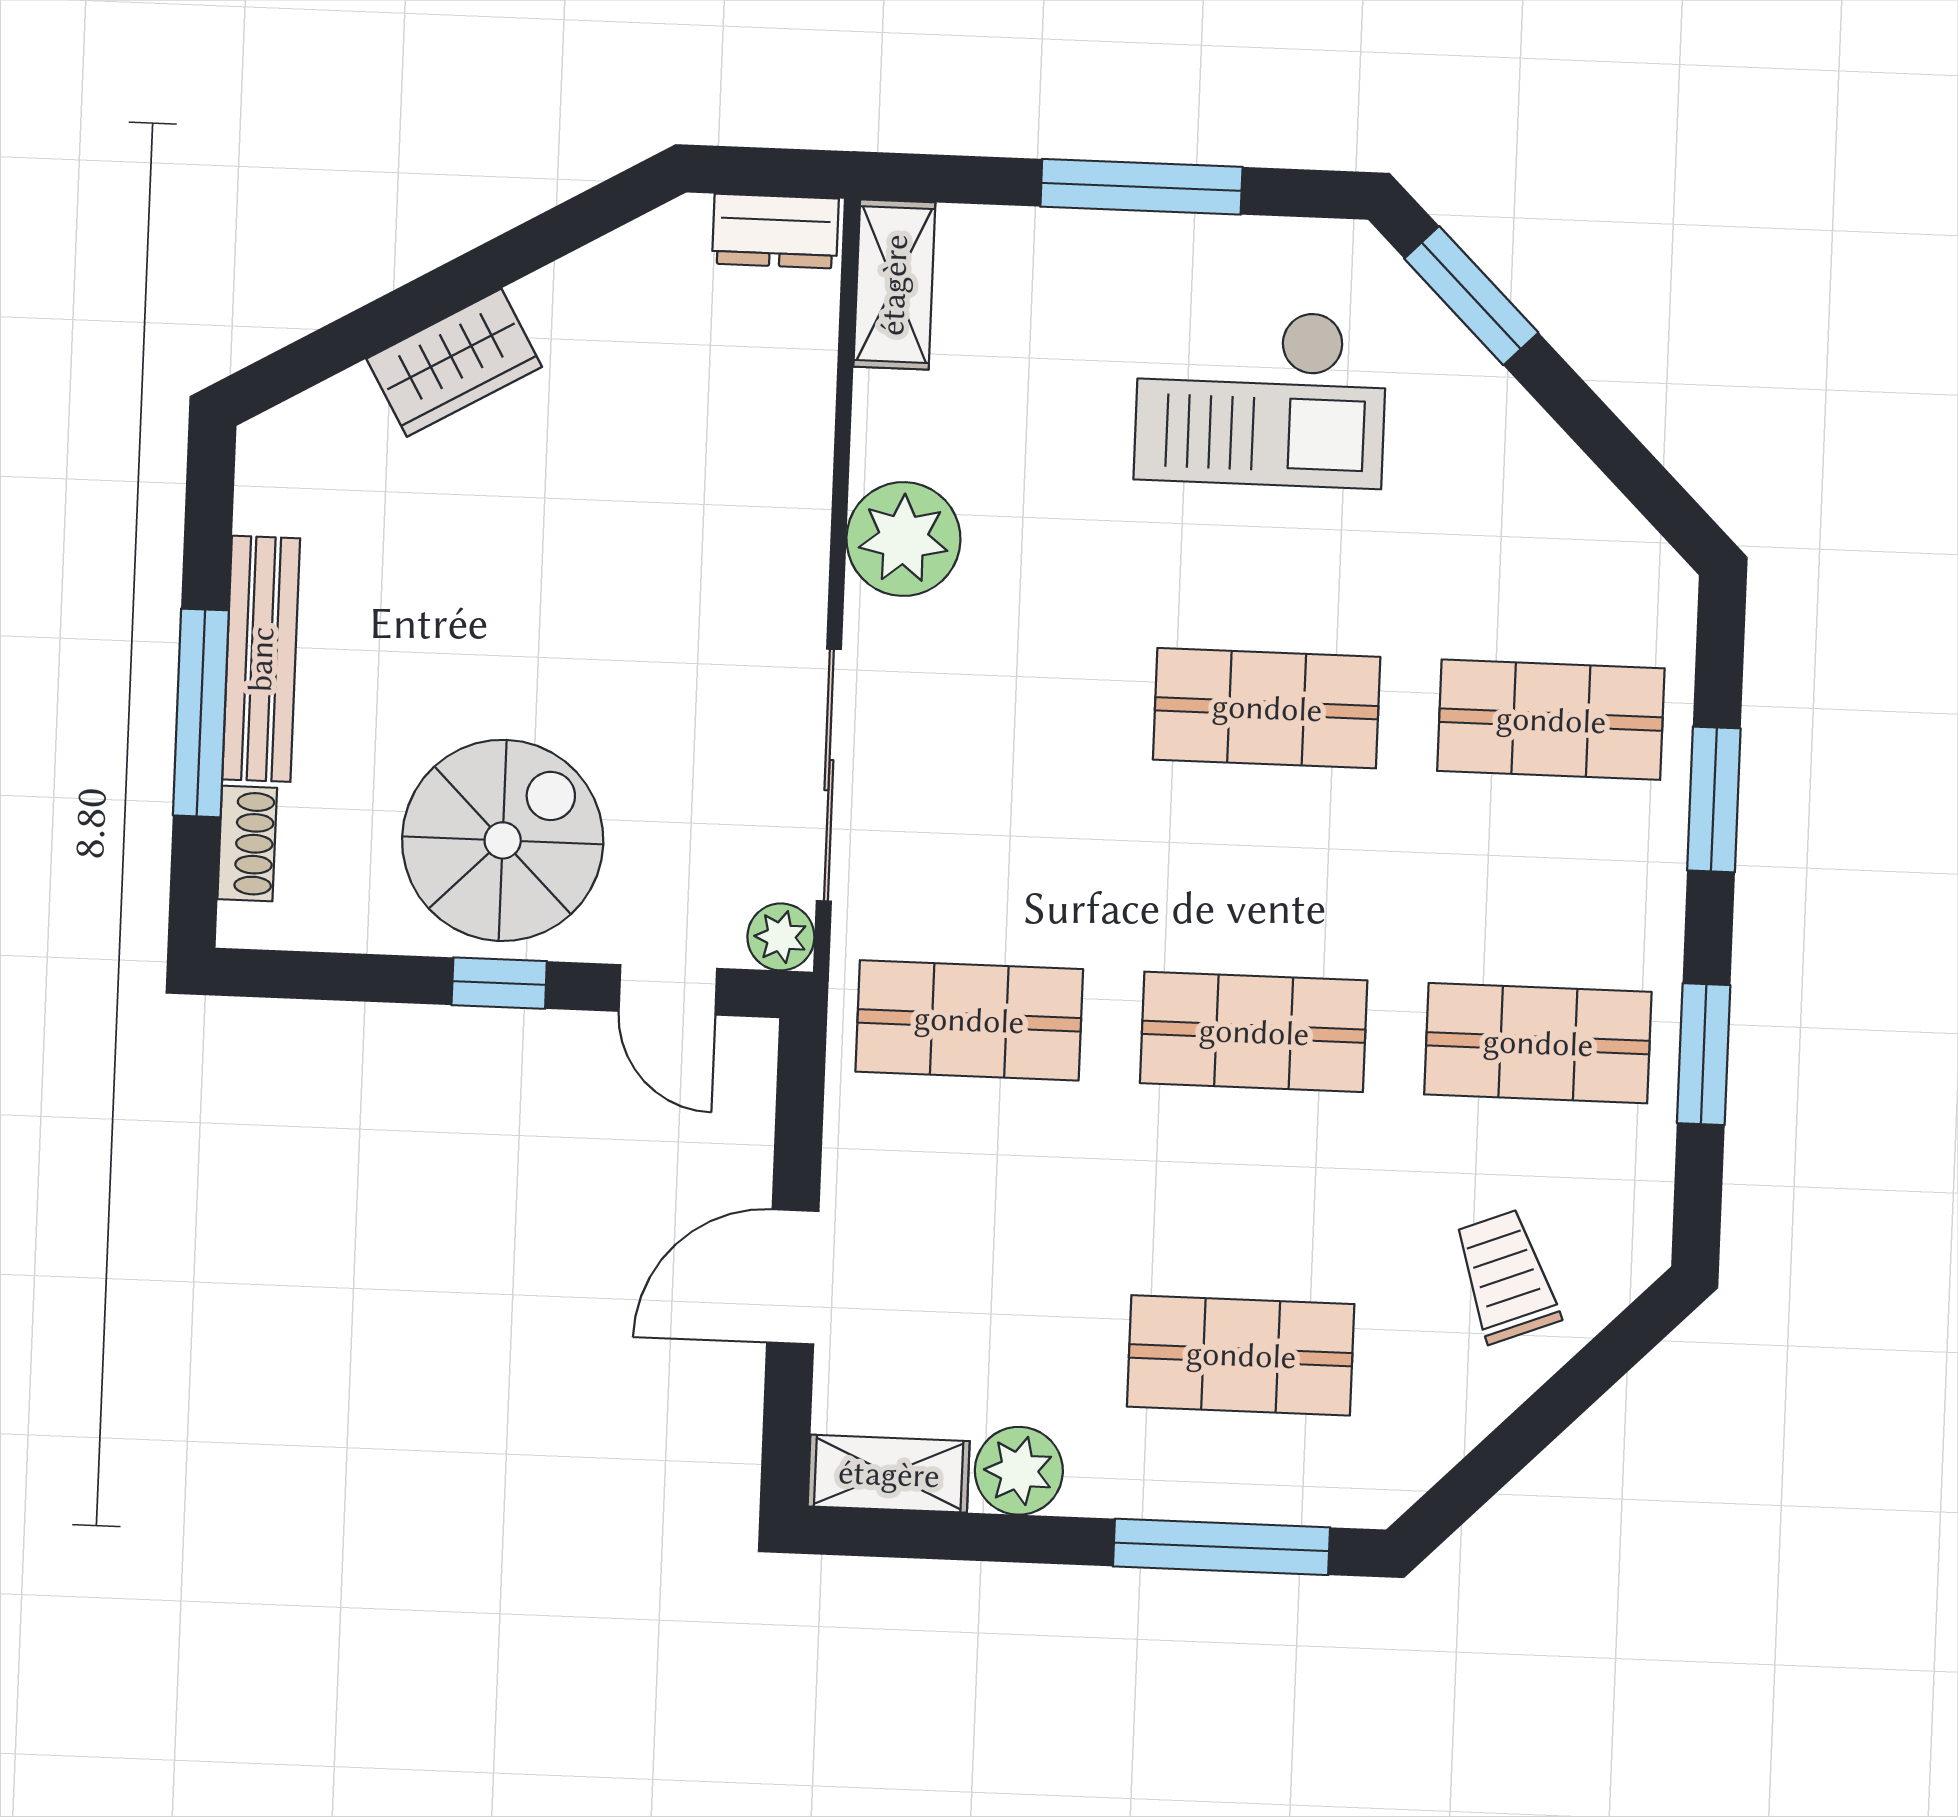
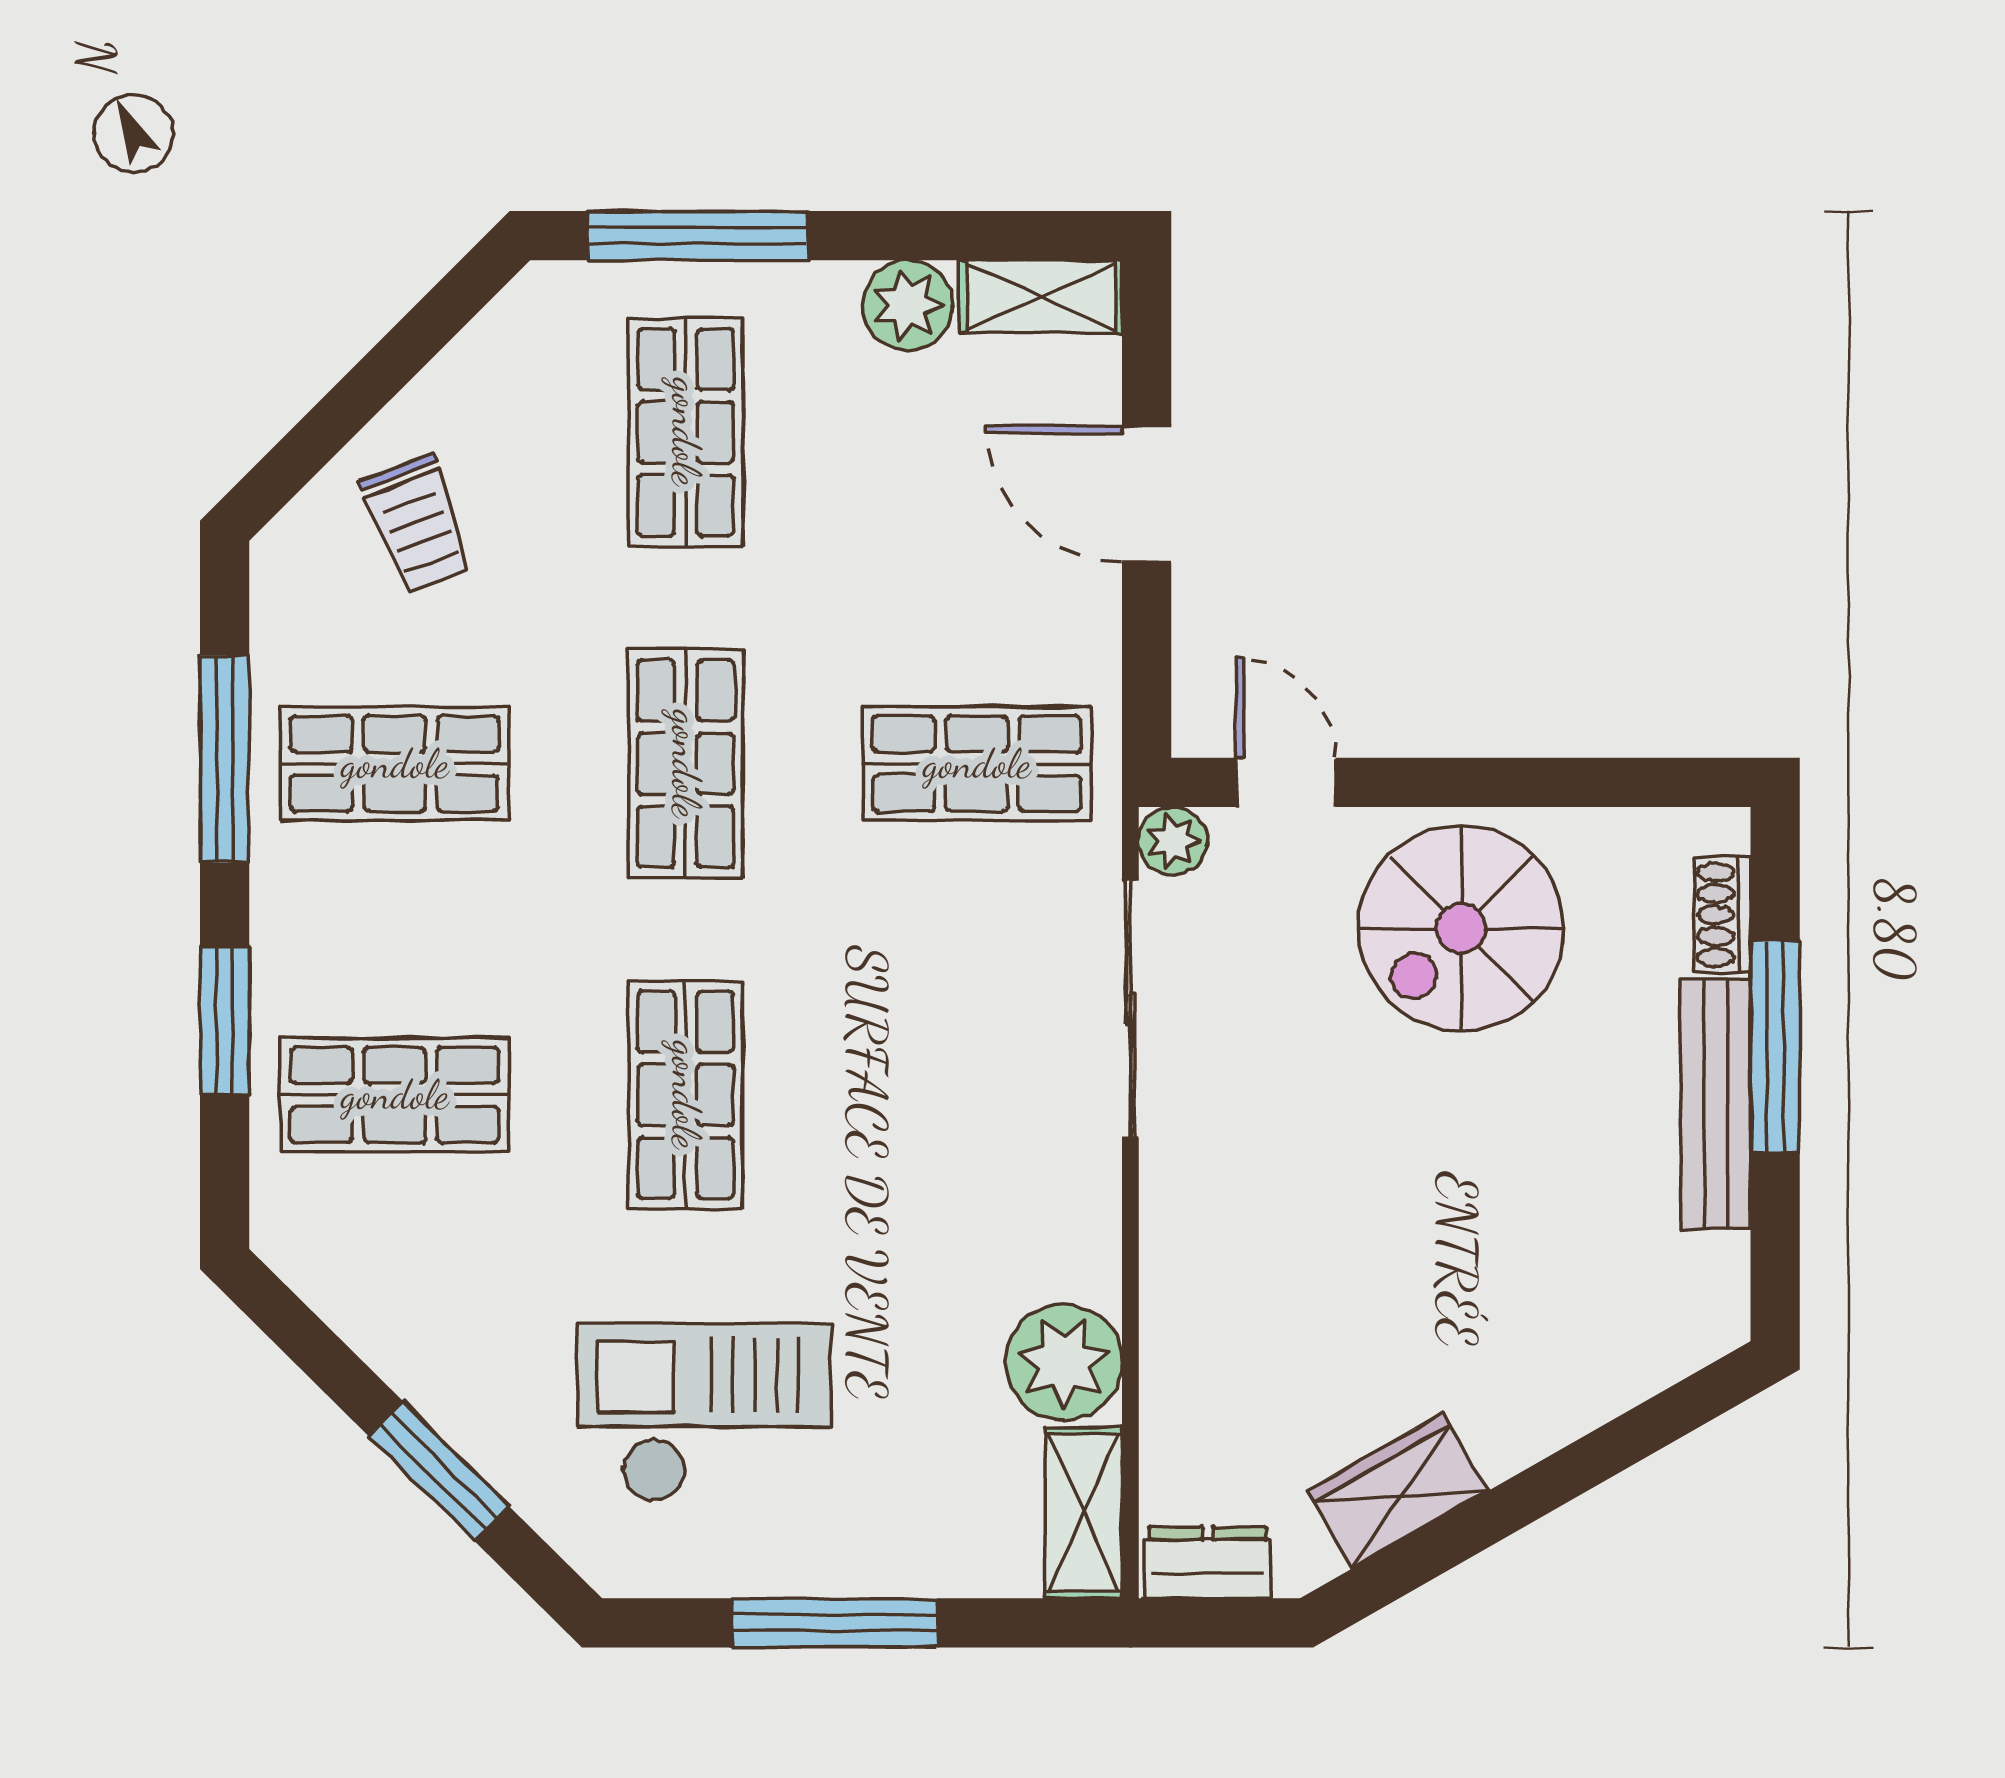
window: (1471, 296) -> (439, 1471), moved
wardrobe: (454, 363) -> (1397, 1491), moved
plant: (903, 539) -> (1064, 1362), moved
shop shelf: (1267, 708) -> (686, 1095), turned 90
window: (499, 983) -> (1459, 782), removed
shop shelf: (1254, 1032) -> (686, 764), turned 90
window: (1704, 1054) -> (225, 759), width x1.44
door: (793, 1277) -> (1147, 494), swing flipped
shop shelf: (1241, 1355) -> (686, 432), turned 90

